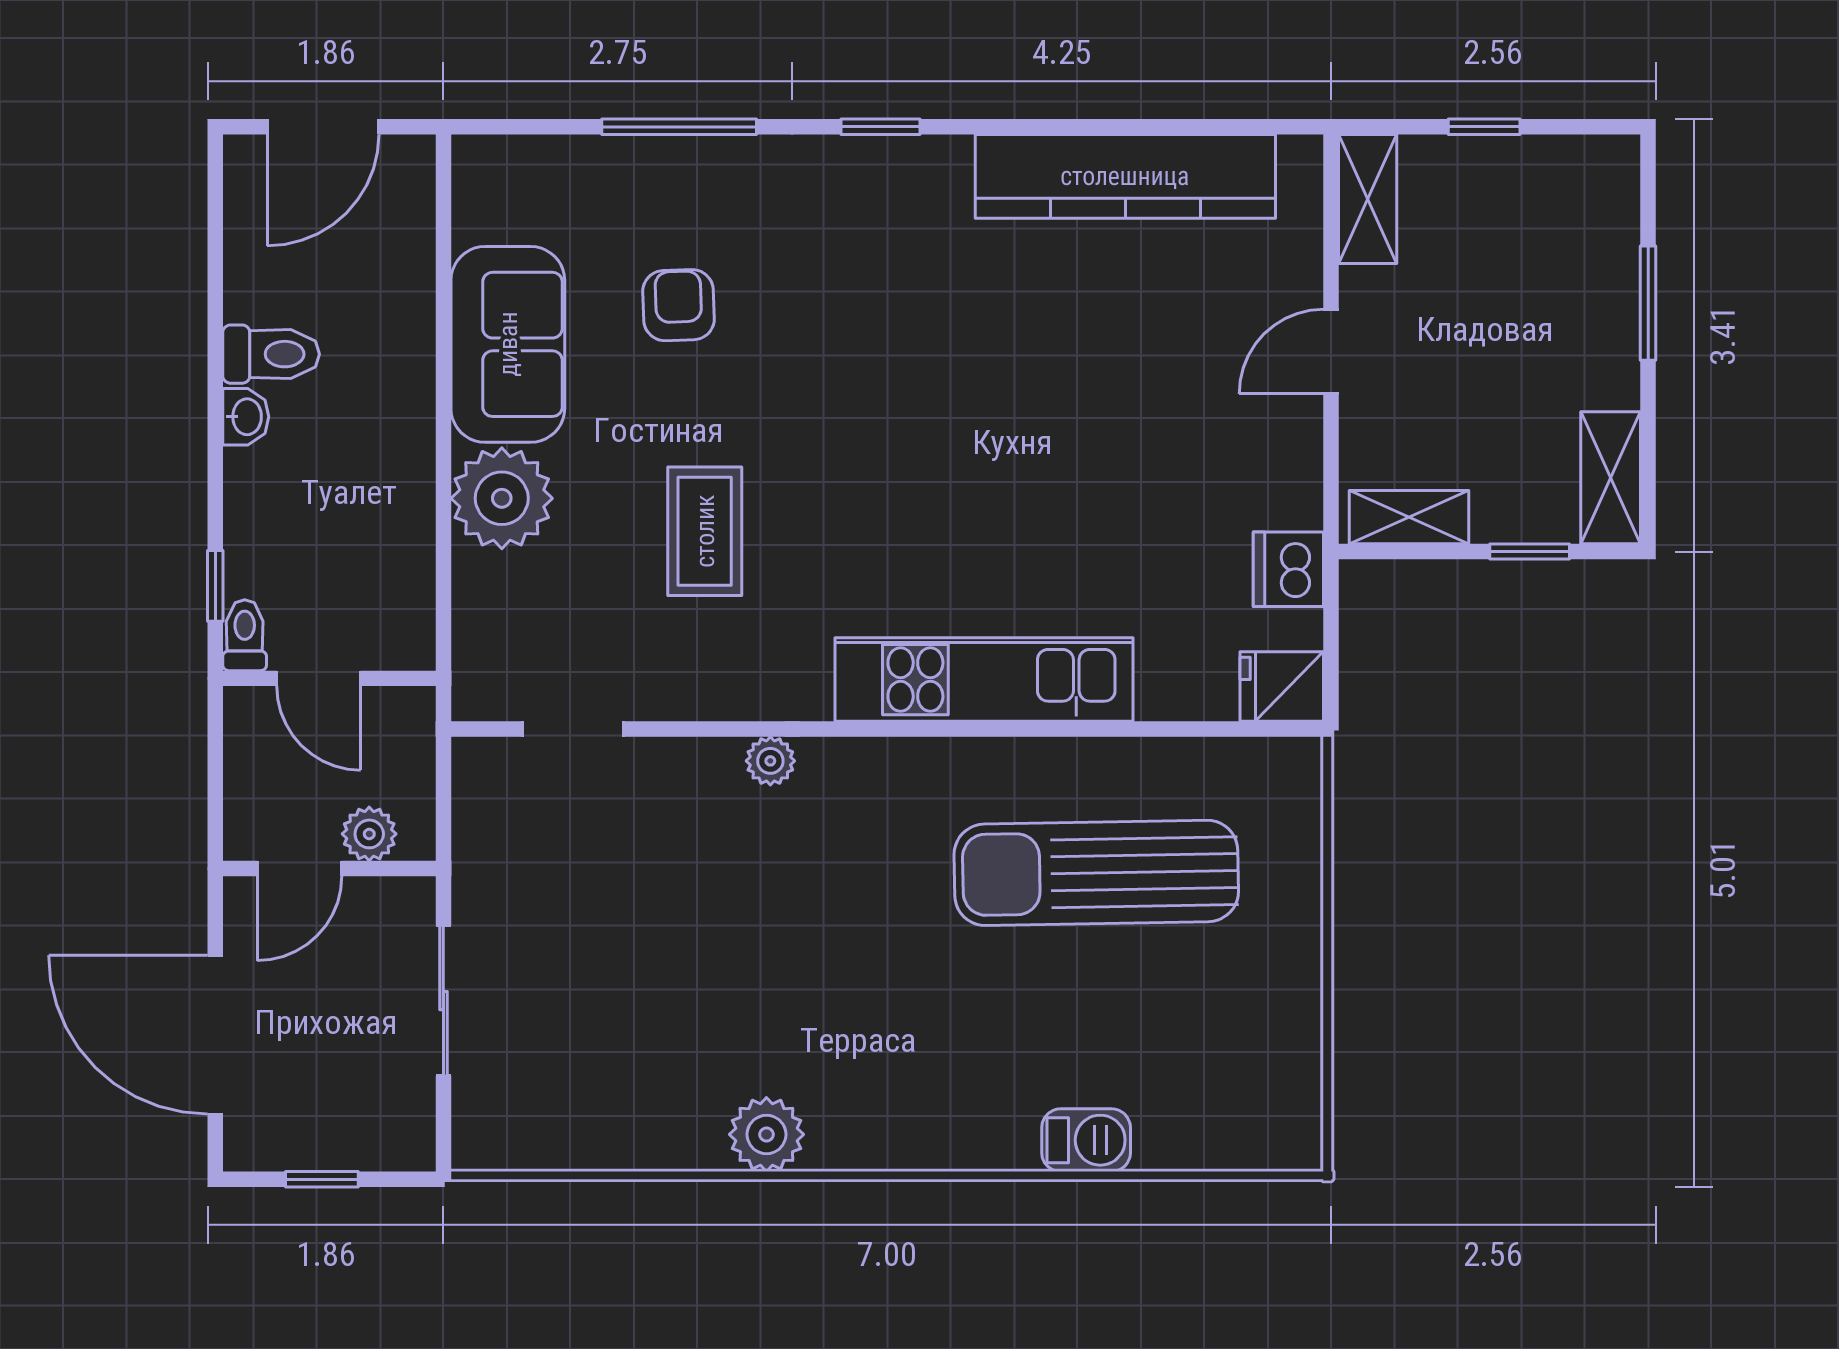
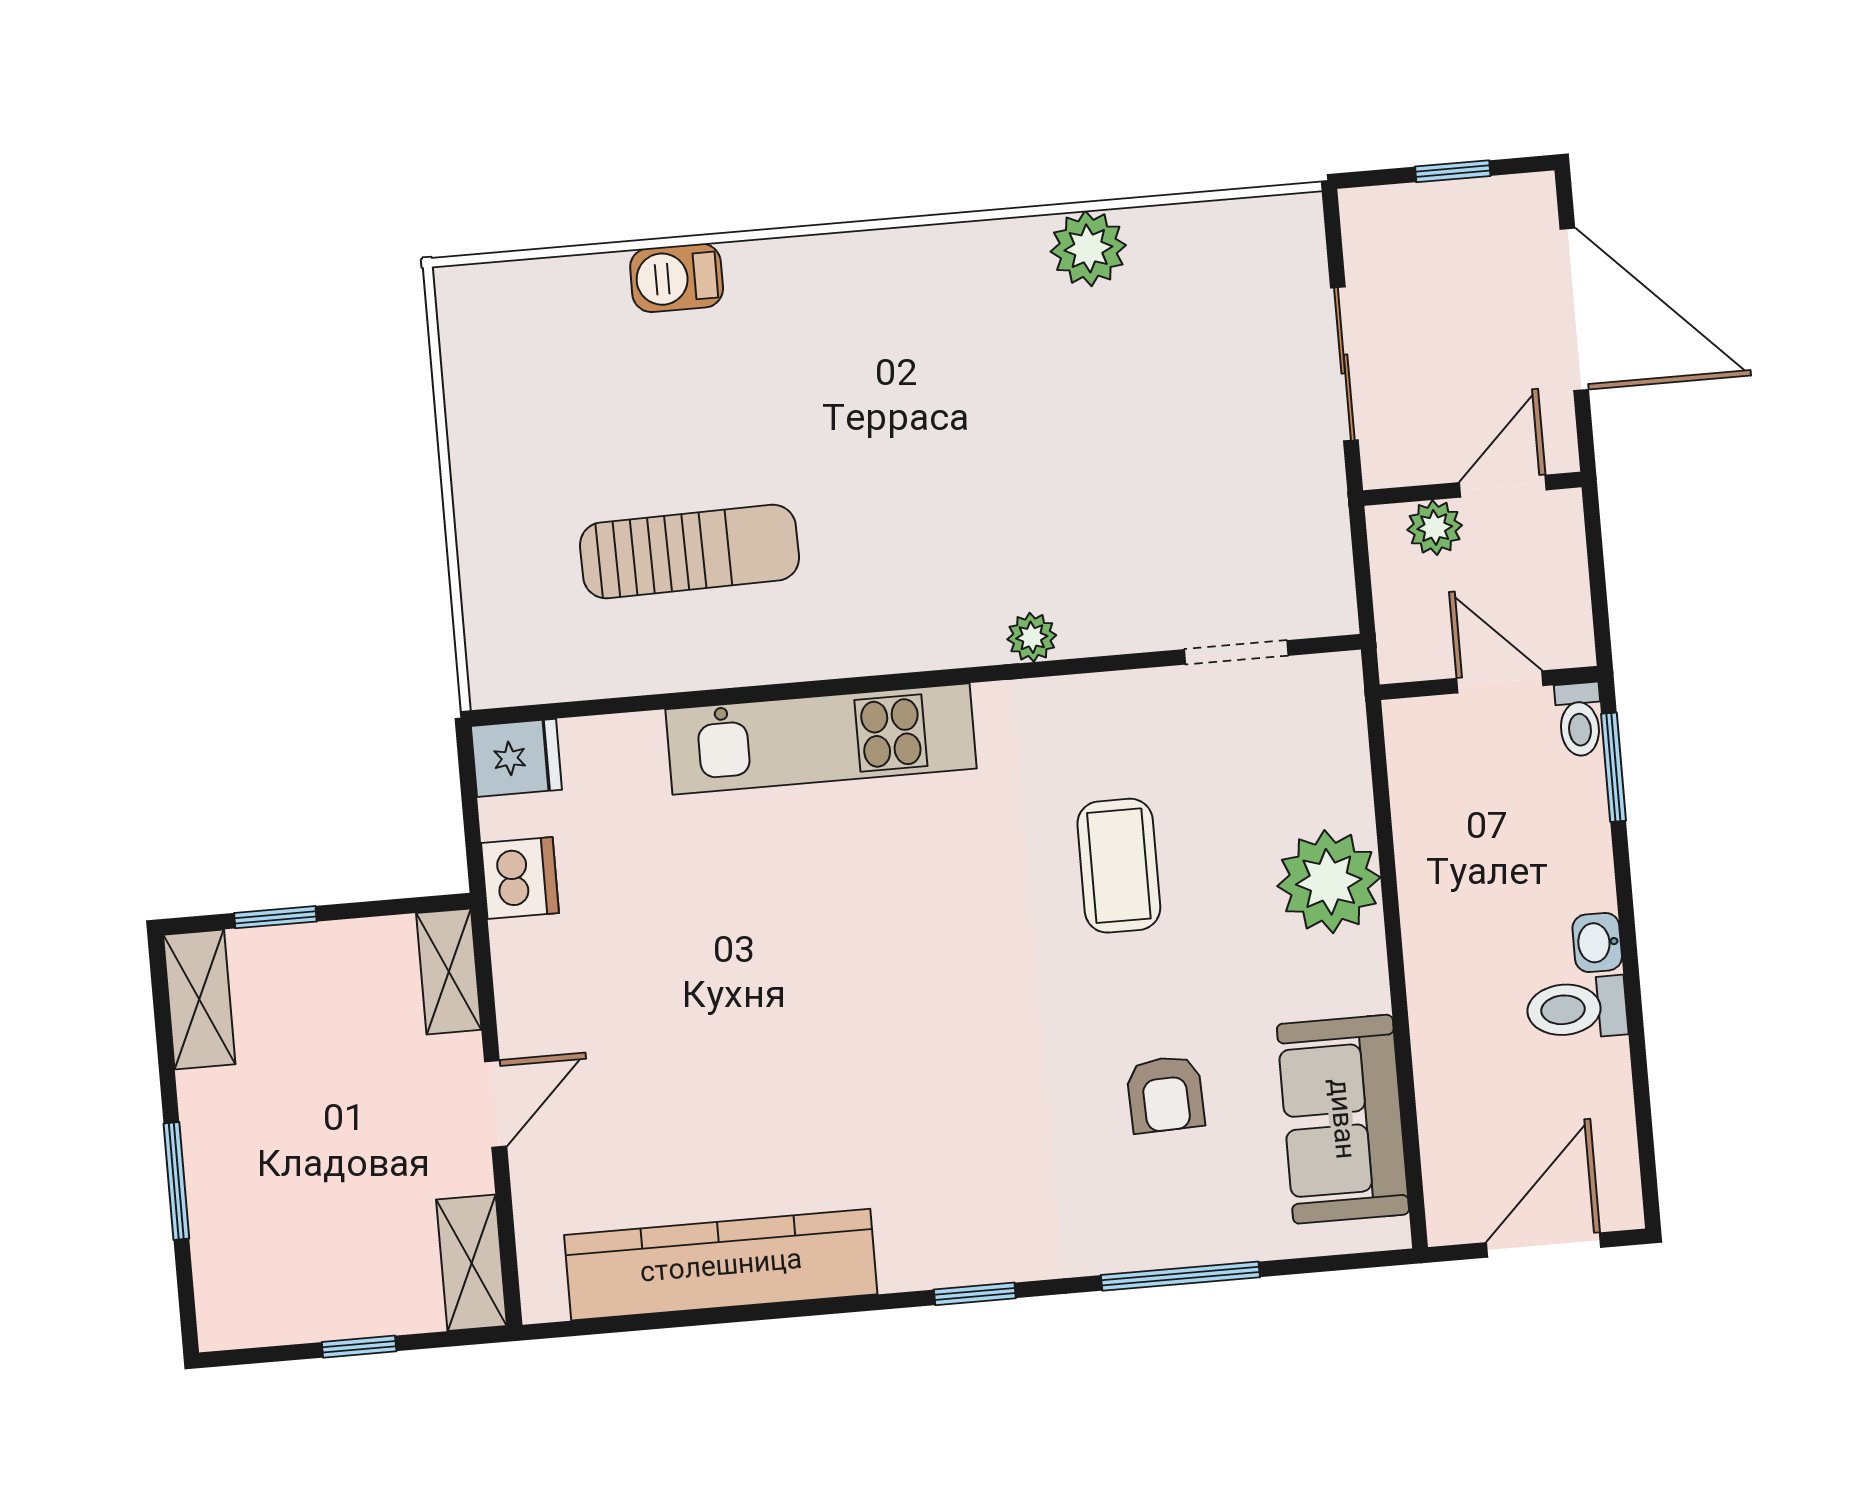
sofa: (508, 344) -> (1343, 1119), moved
shelving: (1409, 517) -> (449, 971), moved, turned 90
window: (215, 586) -> (1613, 767), width x1.50
sun lounger: (1096, 873) -> (689, 551), width x0.73, depth x0.75
plant: (766, 1134) -> (1088, 248), moved

